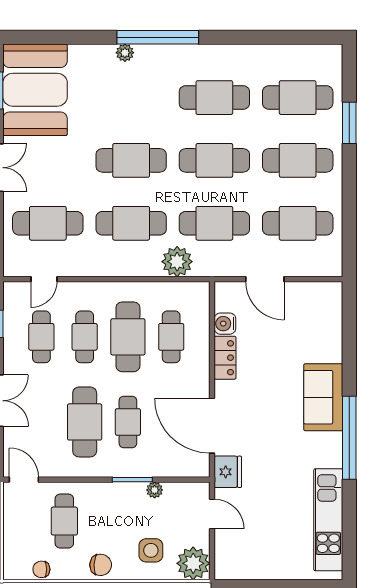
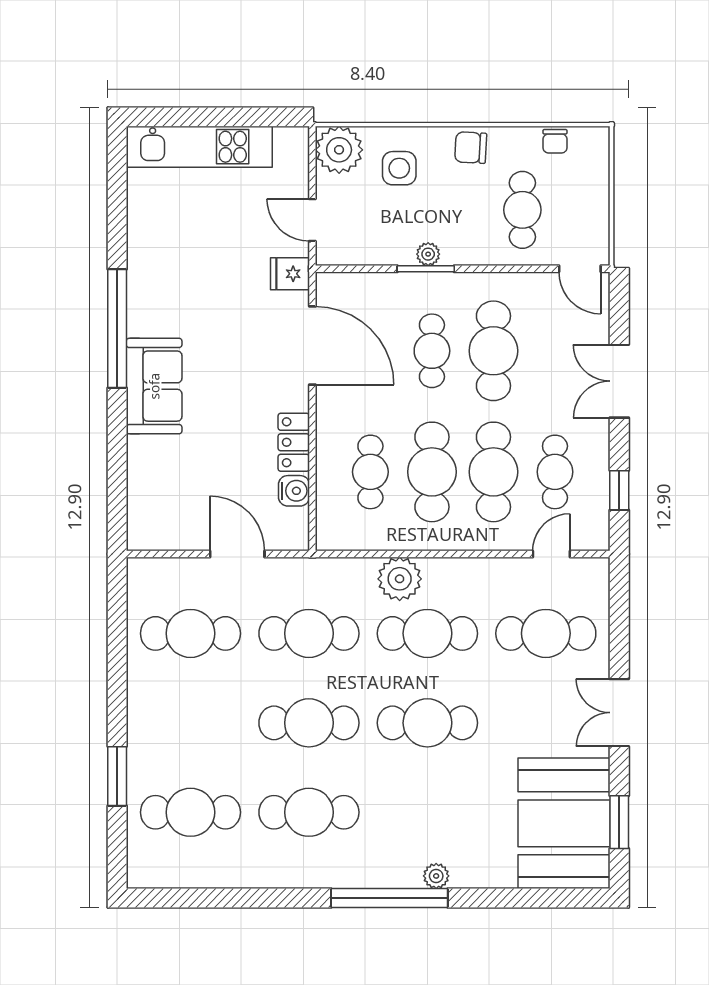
cafe table: (298, 160) -> (190, 723), removed
plant: (177, 262) -> (400, 579), moved
cafe table: (85, 337) -> (493, 472), width x1.37, depth x1.35
fridge: (228, 472) -> (290, 274), width x0.72
plant: (155, 490) -> (428, 254), moved
kitchen unit: (328, 520) -> (199, 147), moved, turned 90
chair: (41, 569) -> (555, 141), turned 90

